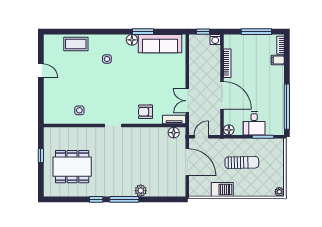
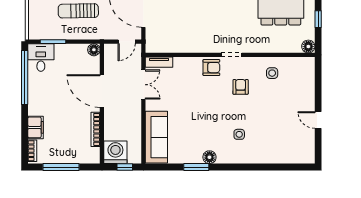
washing machine: (215, 39) -> (115, 152), width x1.89, depth x1.89
coffee table: (76, 44) -> (276, 152), removed
sofa: (160, 44) -> (156, 137), moved, turned 90
filing cabinet: (278, 60) -> (36, 127), width x2.00
armchair: (106, 99) -> (241, 87), added
armchair: (145, 112) -> (211, 68), moved
desk: (254, 123) -> (41, 58), moved
floor lamp: (174, 133) -> (308, 46), moved

